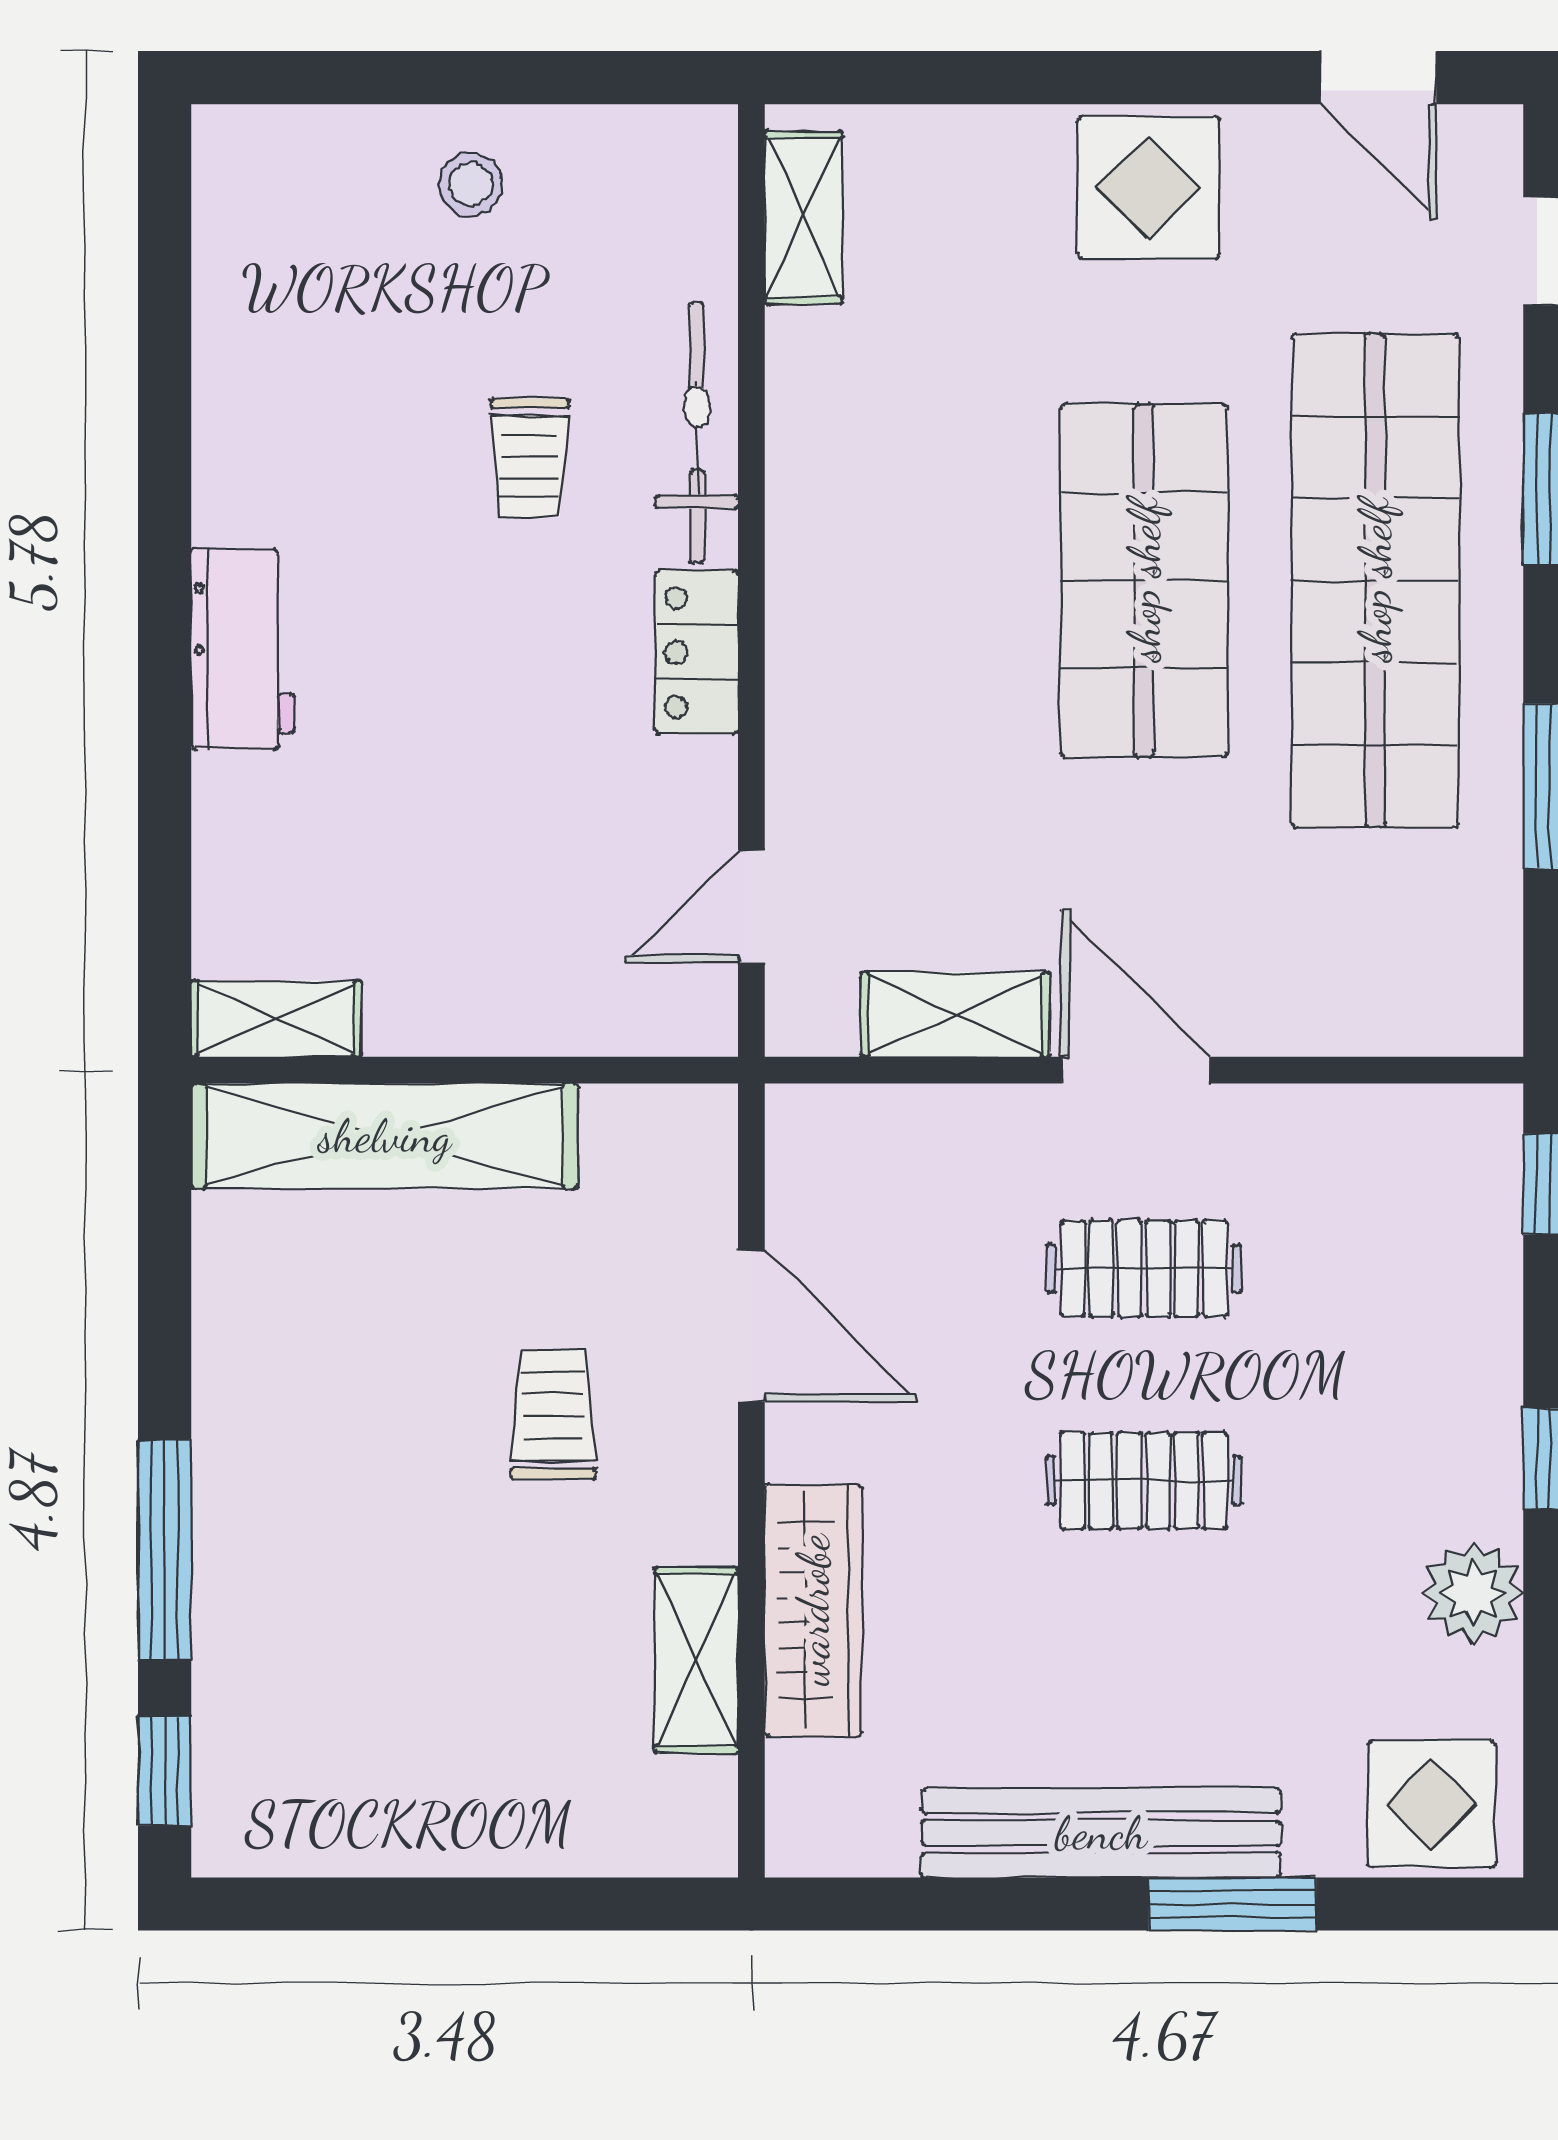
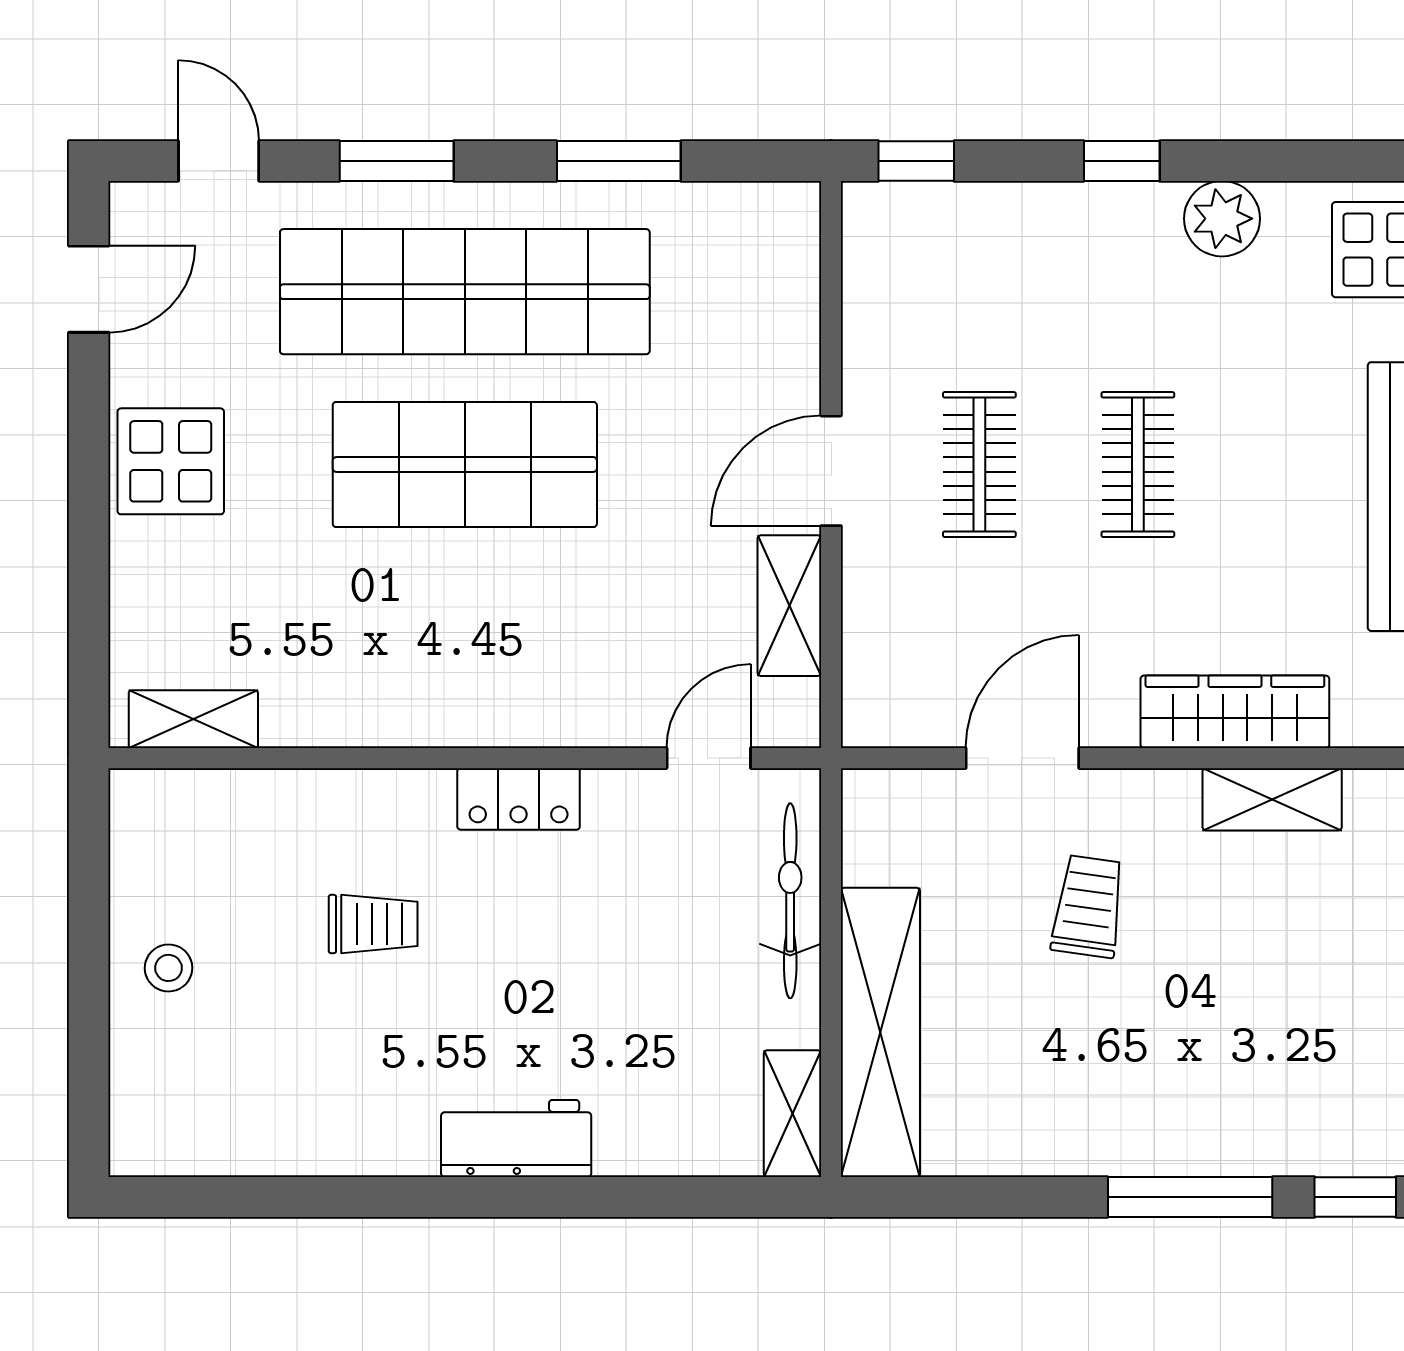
bicycle: (697, 433) -> (790, 901), moved, turned 90
door: (751, 907) -> (709, 758), swing flipped
trolley: (553, 1414) -> (1088, 906), turned 98

